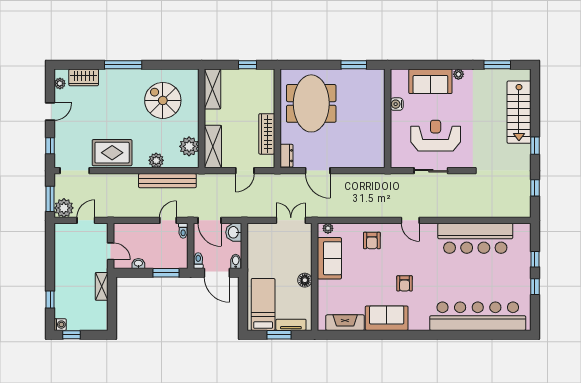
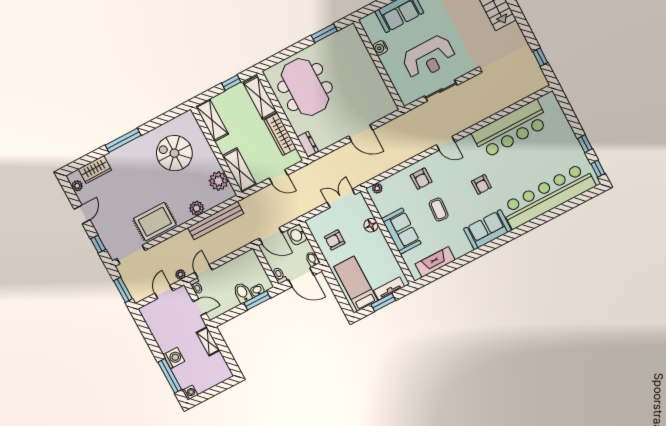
shelving: (266, 91) -> (260, 97), added
reception desk: (436, 136) -> (429, 57), turned 180
window: (535, 146) -> (521, 20), removed
door: (245, 171) -> (278, 176), hinge flipped
door: (318, 171) -> (361, 133), moved
plant: (64, 208) -> (180, 274), moved, width x0.53, depth x0.53
door: (168, 220) -> (203, 271), moved
toilet: (183, 231) -> (196, 286), moved
armchair: (265, 255) -> (335, 240), added
sofa: (329, 258) -> (401, 231), moved
bidet: (157, 259) -> (243, 293), added
window: (535, 259) -> (598, 169), moved
washbasin: (138, 264) -> (257, 290), moved
coffee table: (373, 277) -> (439, 210), added
floor lamp: (305, 280) -> (371, 225), moved
armchair: (405, 283) -> (481, 184), moved
washing machine: (63, 285) -> (174, 358), added
window: (50, 300) -> (170, 376), width x2.17
sofa: (387, 318) -> (488, 230), moved
window: (72, 335) -> (204, 396), removed

